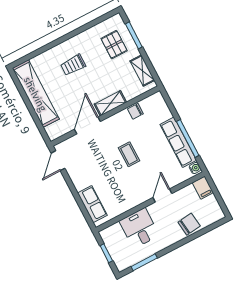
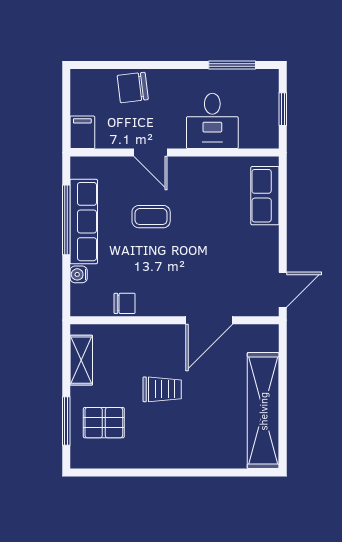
pallet: (114, 45) -> (104, 423), turned 90
trolley: (73, 65) -> (162, 389), moved
shelving: (110, 103) -> (156, 336), removed
coffee table: (129, 154) -> (151, 217), moved, turned 90
water cooler: (195, 168) -> (79, 274), moved
door: (162, 196) -> (151, 153), hinge flipped

